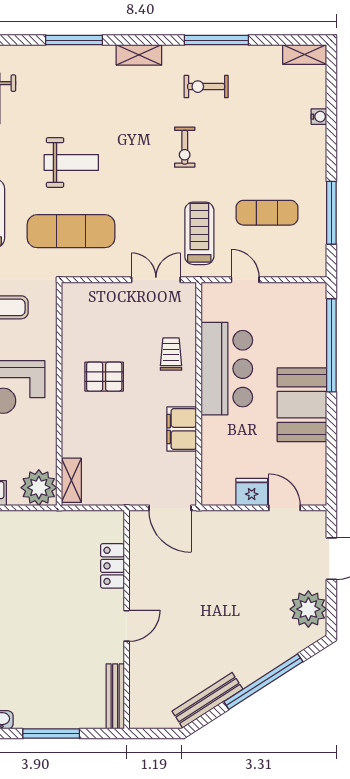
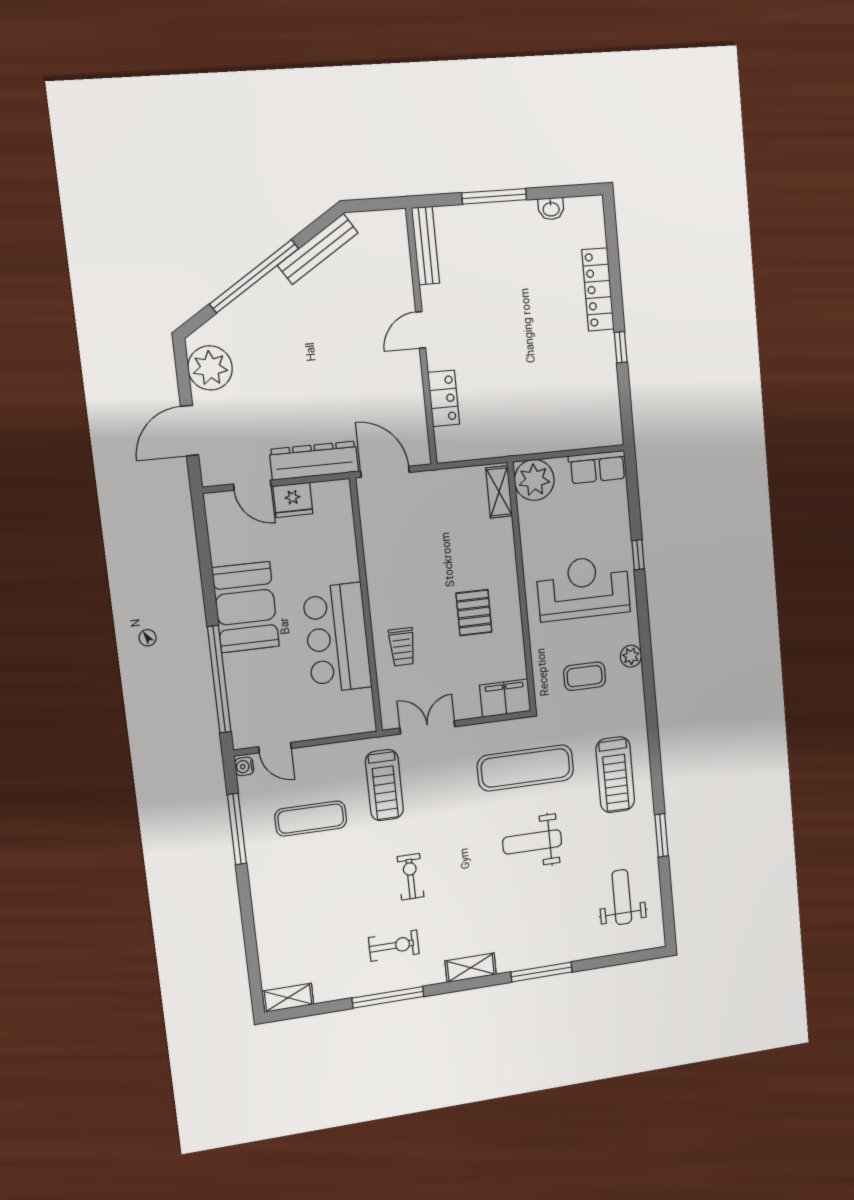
water cooler: (319, 117) -> (244, 766), moved
double door: (156, 280) -> (427, 727), swing flipped
door: (245, 280) -> (275, 748), moved
pallet: (104, 377) -> (474, 613), turned 90
filing cabinet: (182, 429) -> (505, 698), moved, turned -90
dresser: (230, 523) -> (314, 461), added

